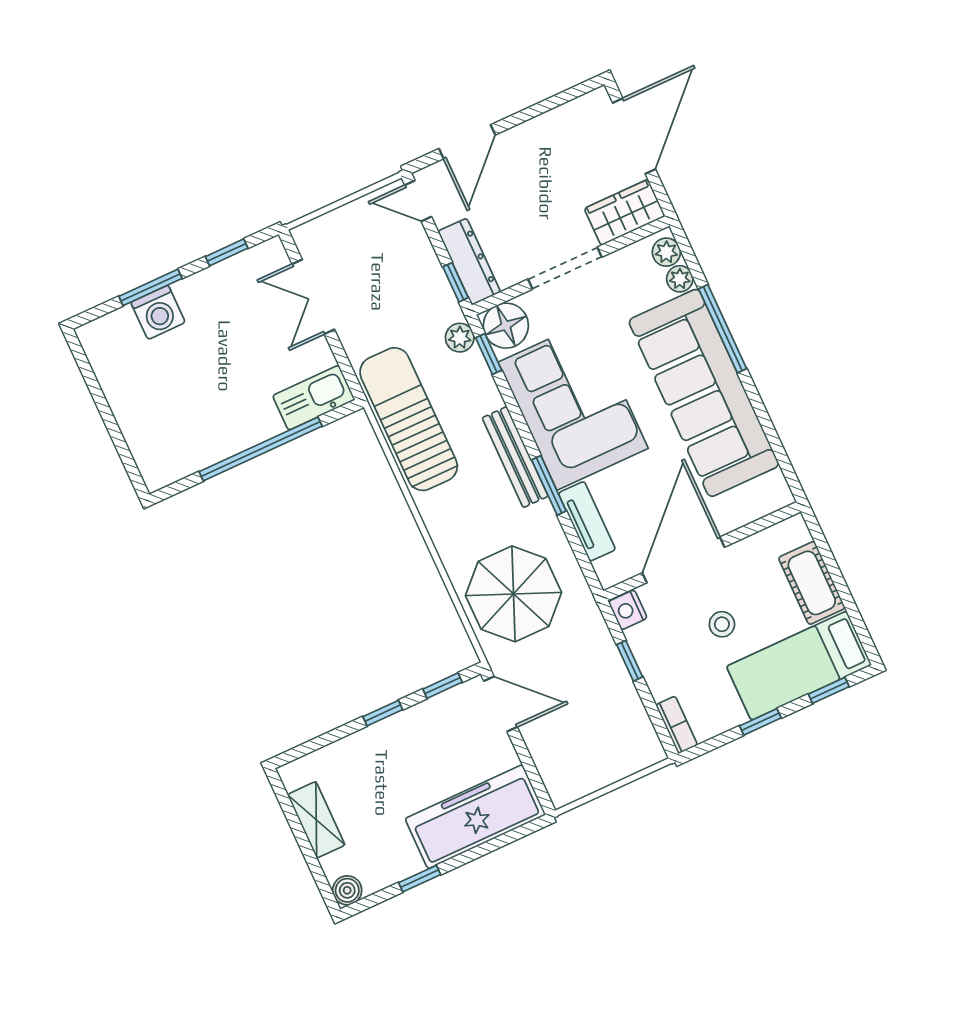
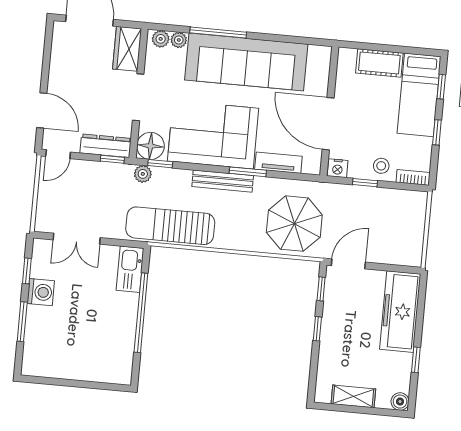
washing machine: (158, 312) -> (41, 292), moved
stool: (722, 624) -> (381, 166), moved

